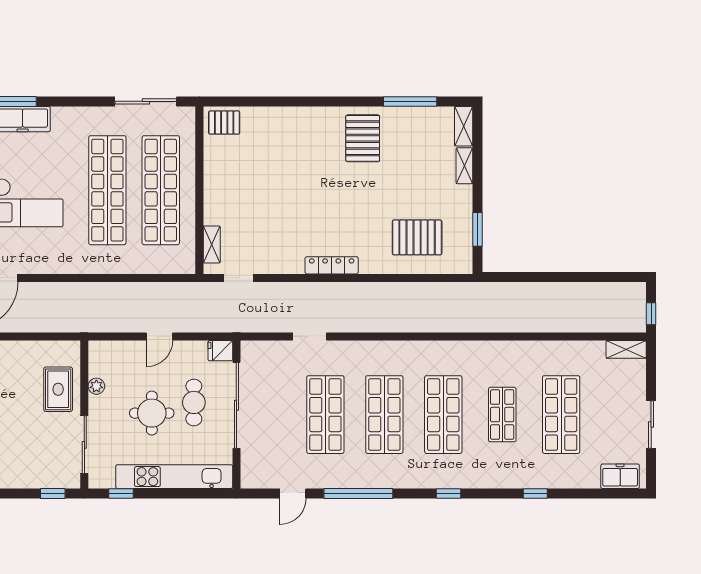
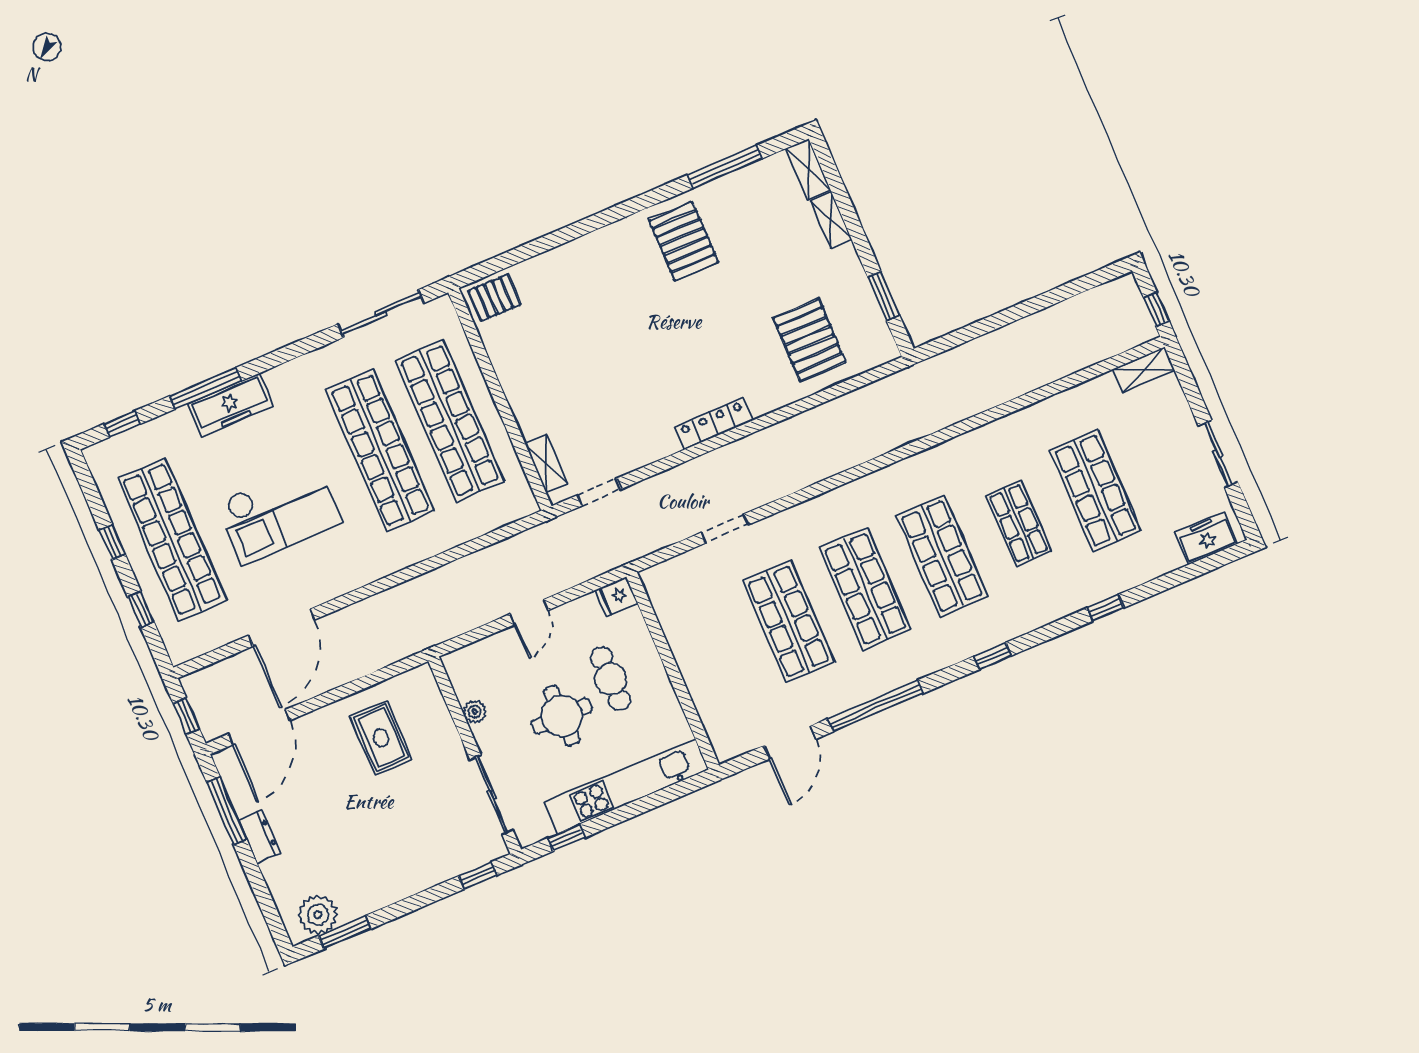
pallet: (417, 237) -> (809, 340), turned 90
rug: (58, 389) -> (381, 738), moved
sliding door: (236, 405) -> (668, 659), removed
door: (293, 494) -> (790, 742), width x1.38

